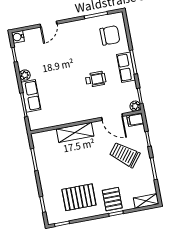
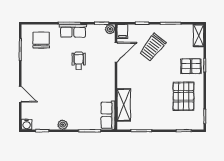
row of seats: (31, 96) -> (108, 115), moved, turned -90
shelving: (75, 132) -> (124, 105), moved

